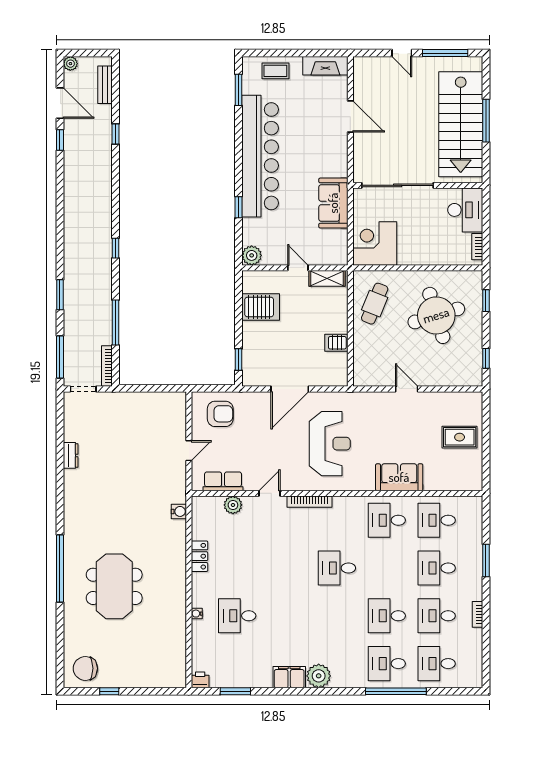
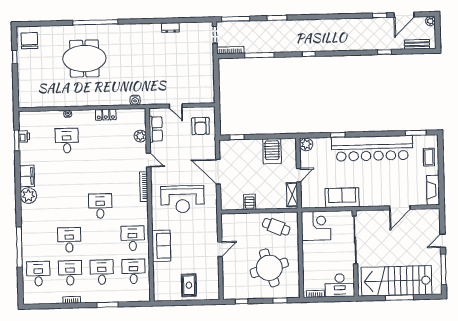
desk: (387, 664) -> (38, 241), removed
printer: (200, 680) -> (24, 136), moved

